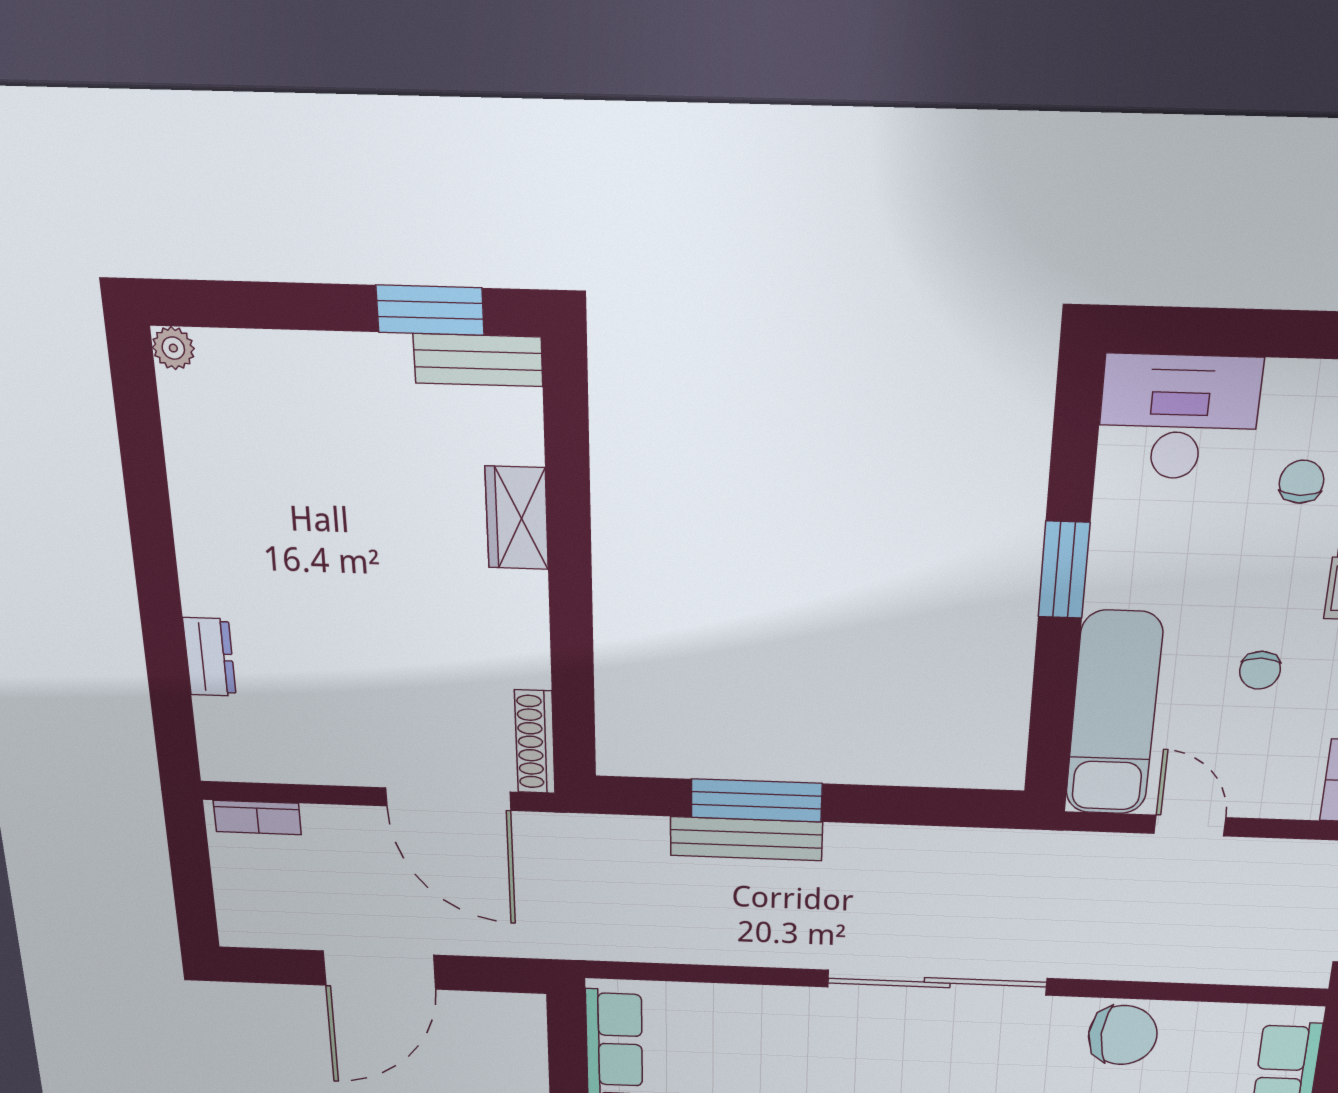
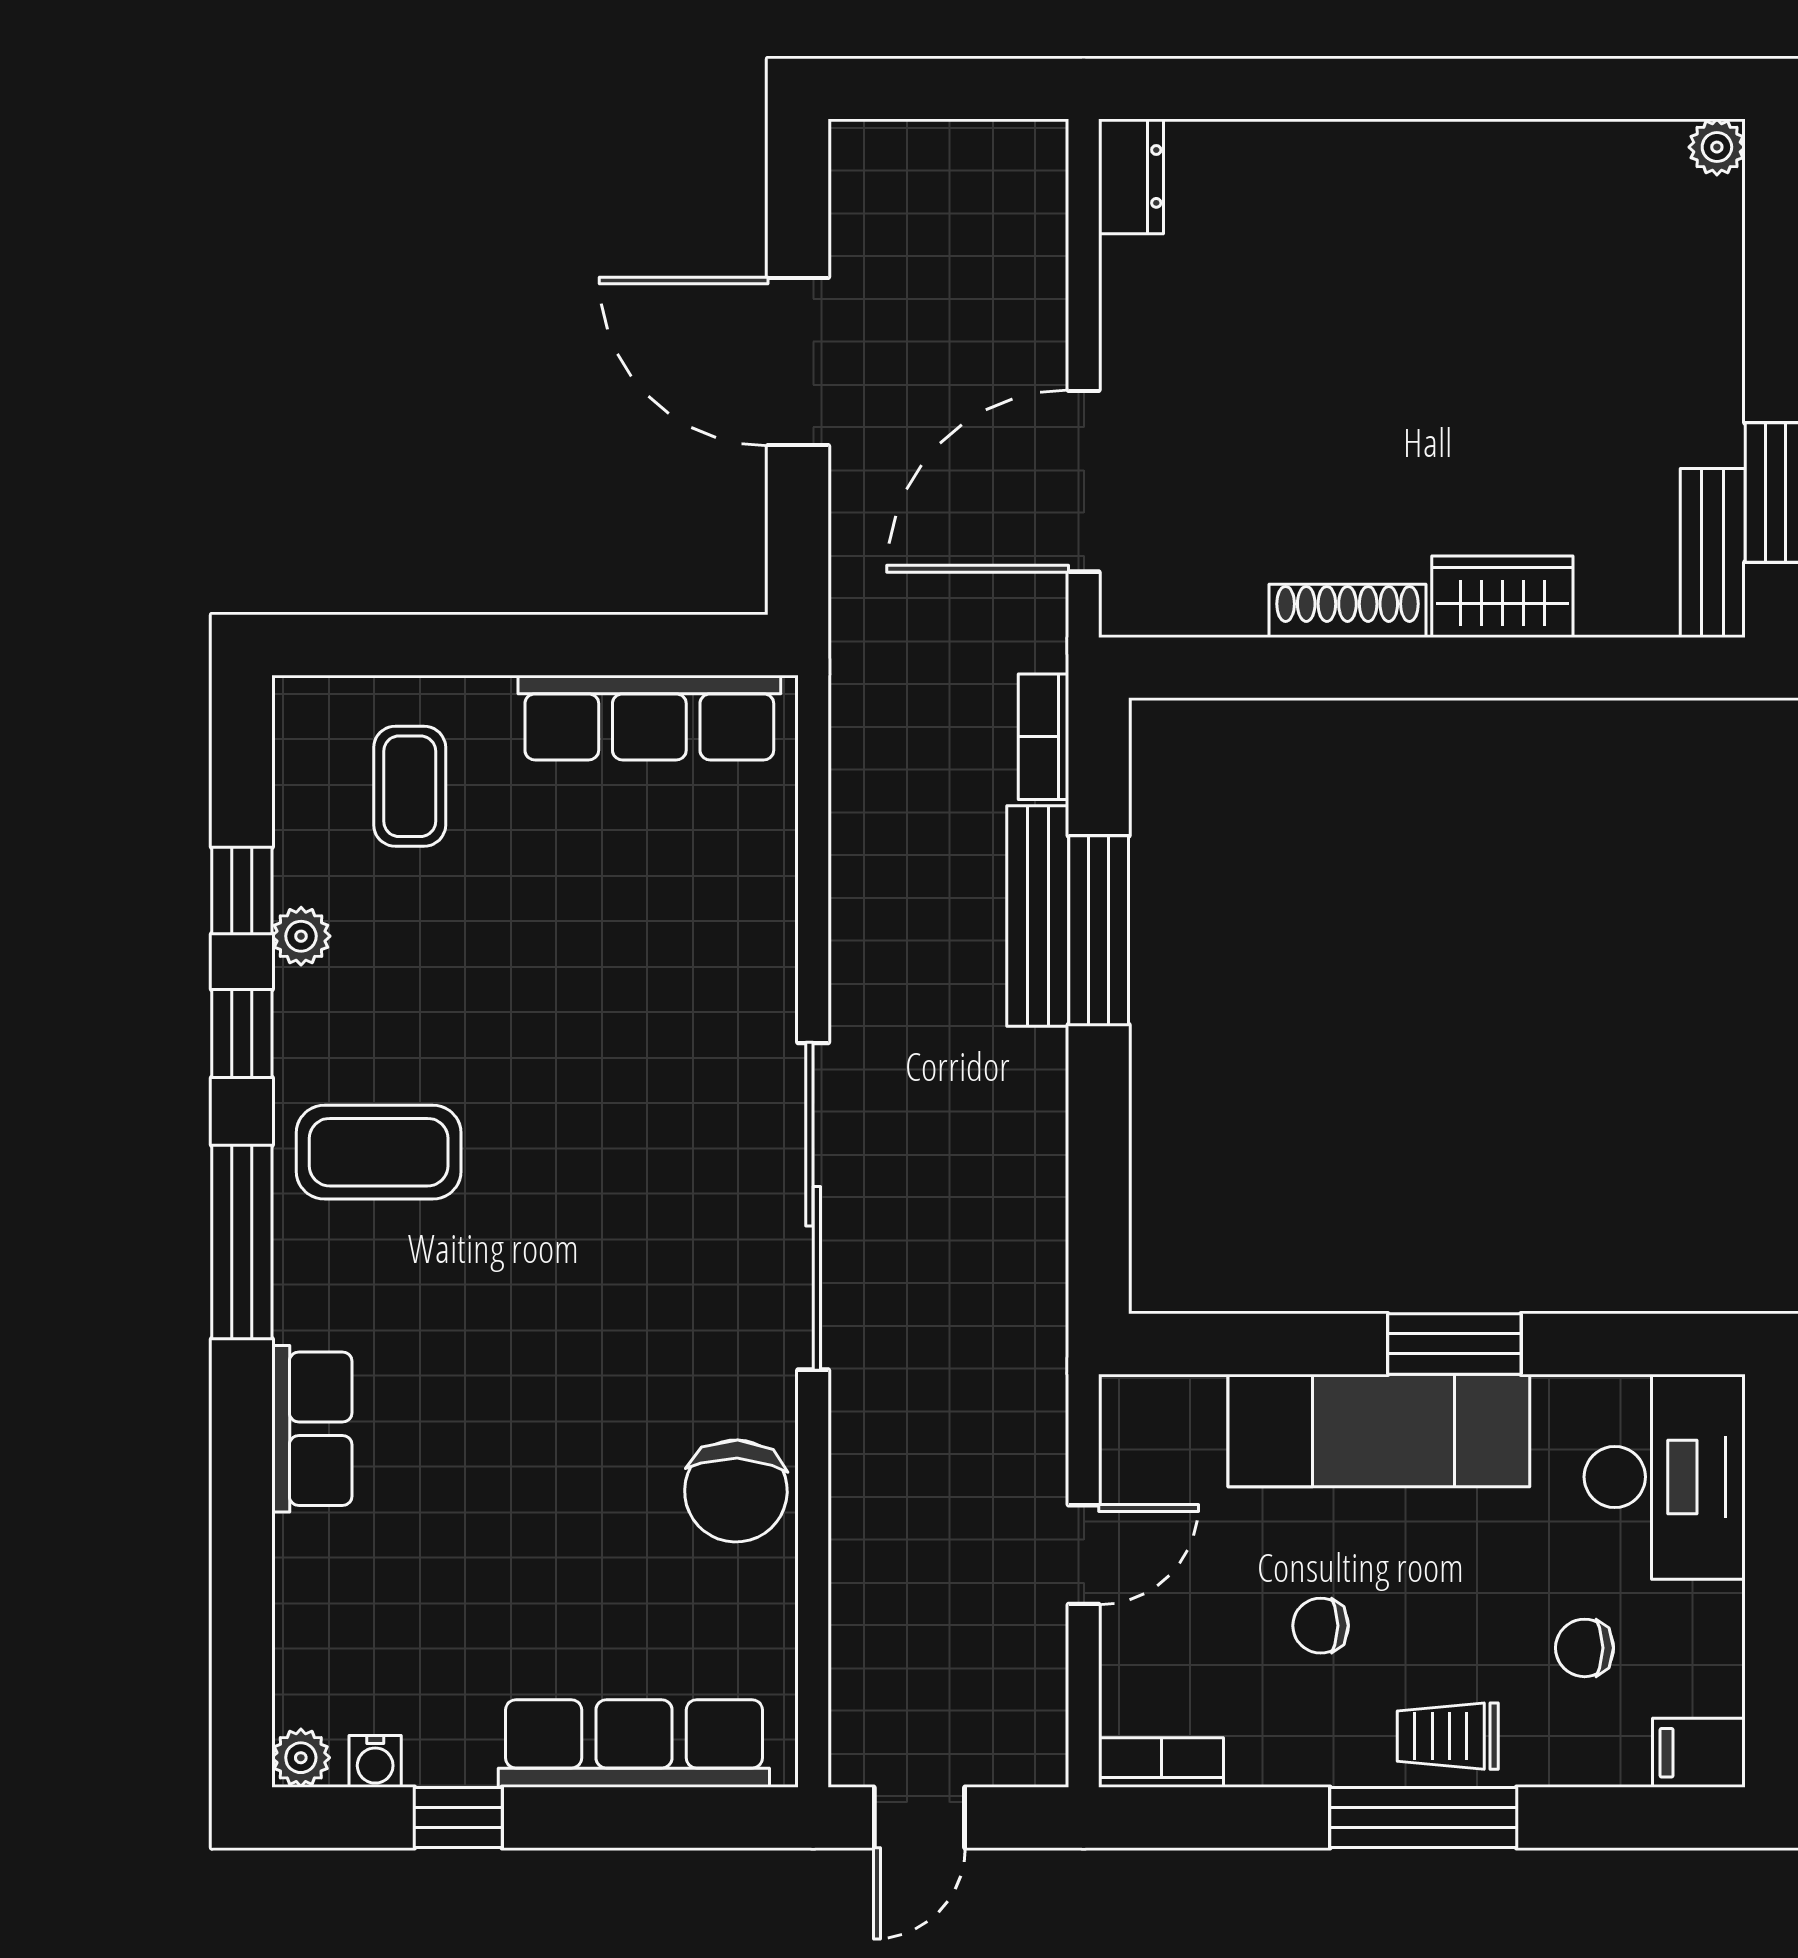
chair: (1301, 482) -> (1585, 1648), turned 180
dresser: (209, 657) -> (1131, 176), moved, turned -90
exam couch: (1114, 714) -> (1379, 1430), moved
shoe rack: (535, 742) -> (1347, 611), moved
bookcase: (257, 817) -> (1043, 737), moved

